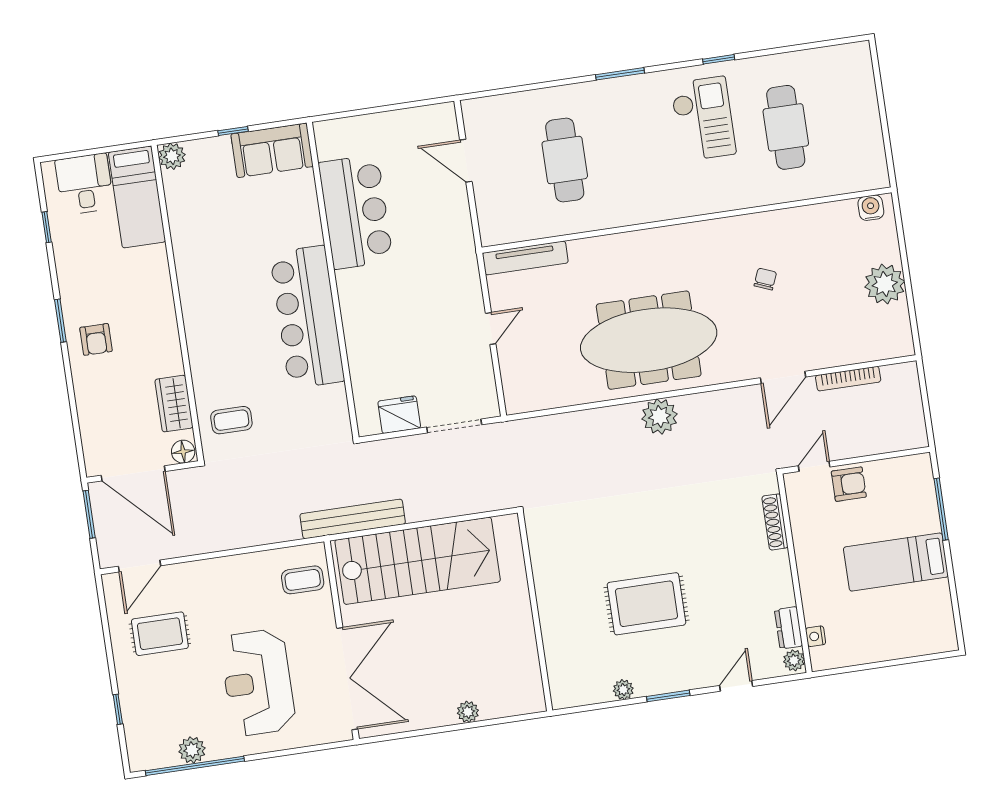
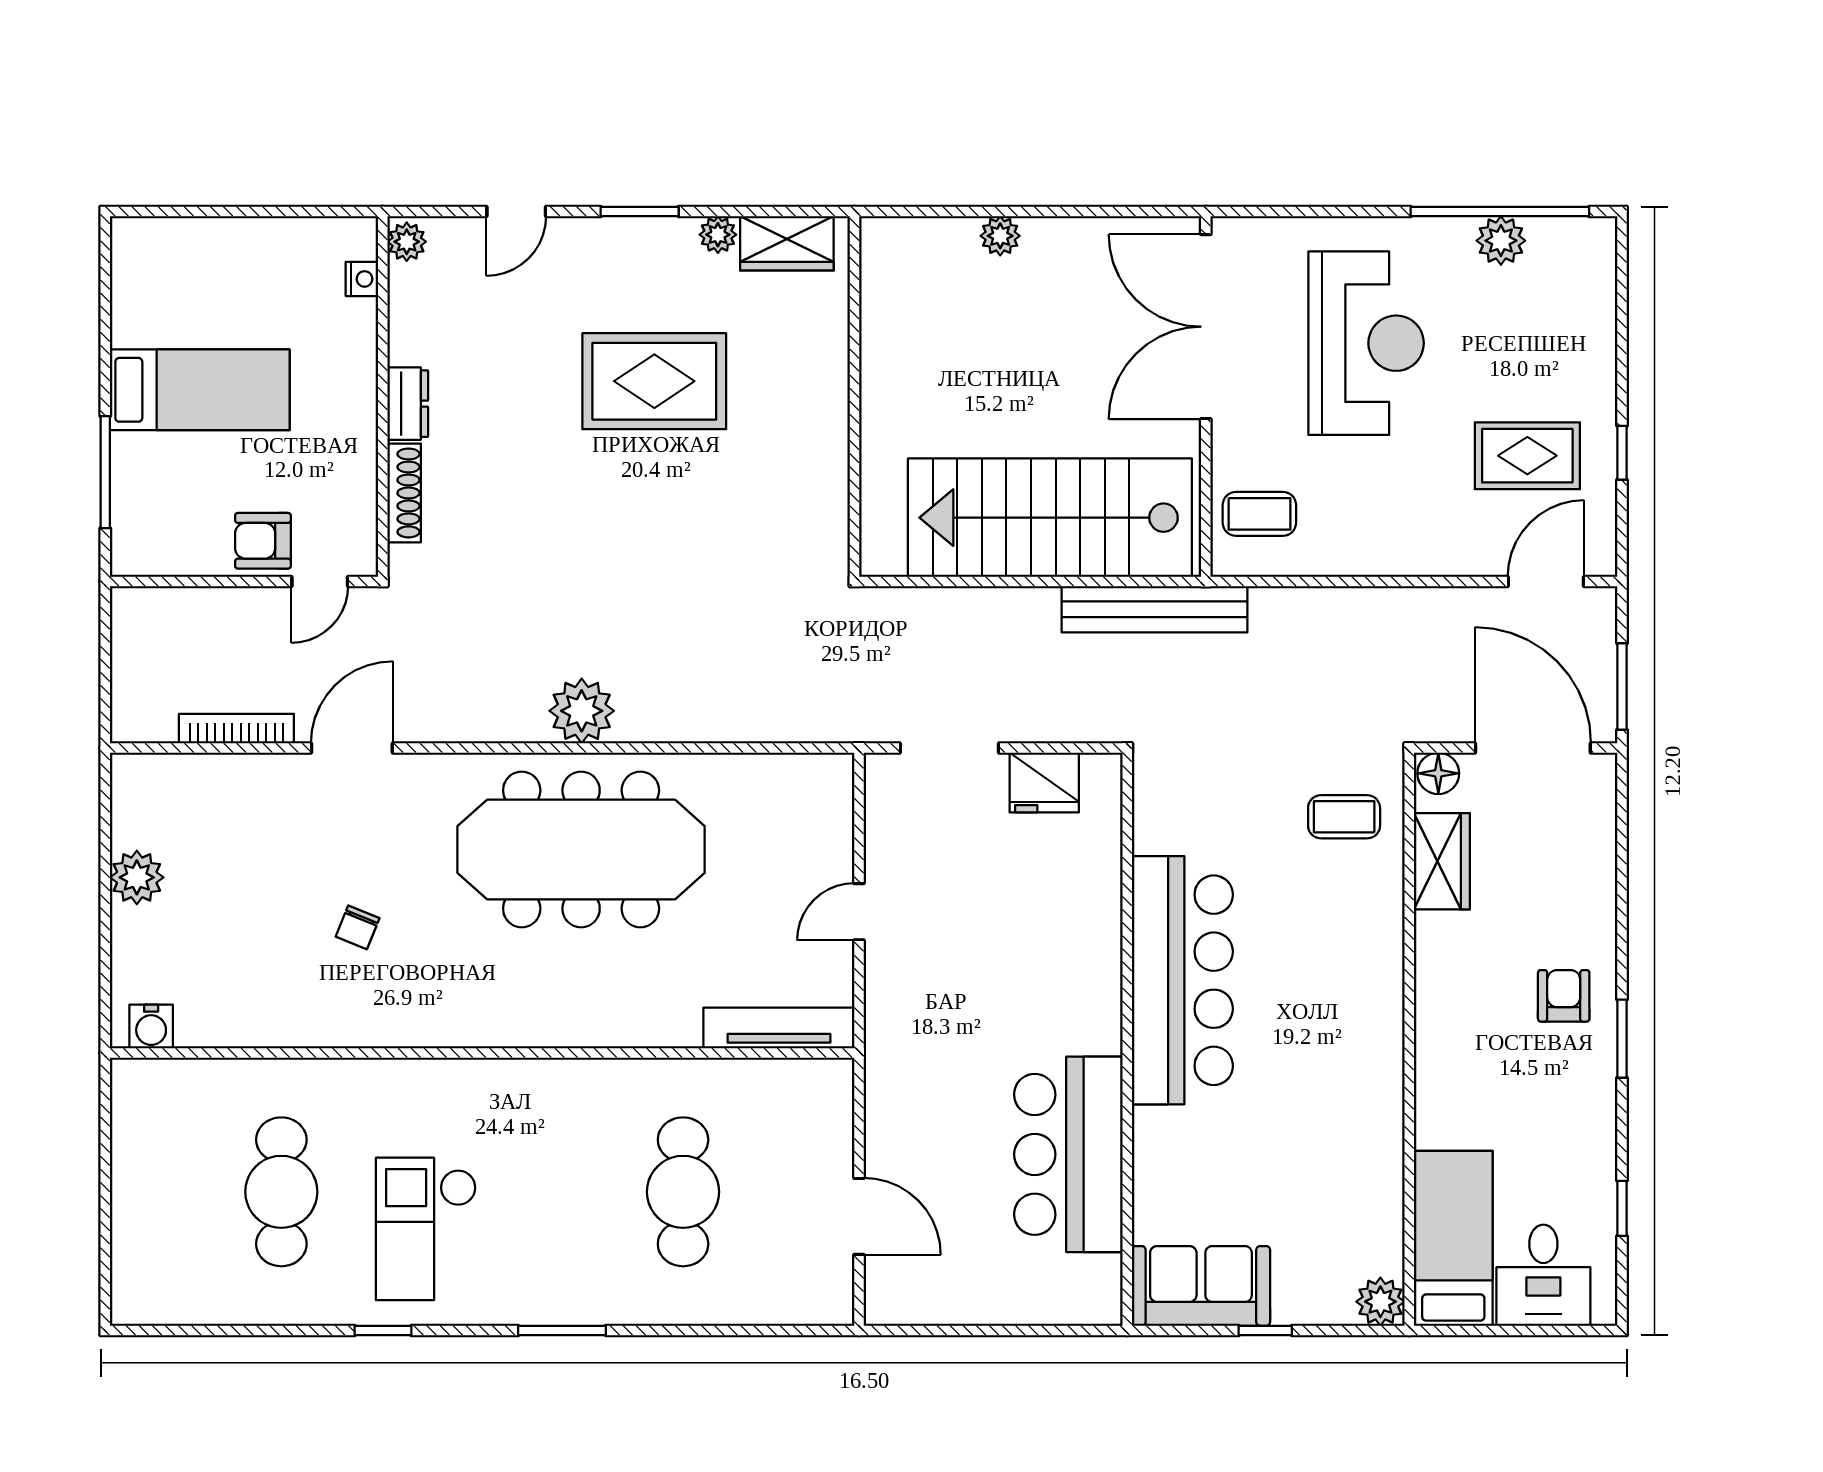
plant: (885, 284) -> (137, 877), width x0.73, depth x0.73
dresser: (789, 628) -> (408, 404), moved
wardrobe: (585, 690) -> (787, 243), added
window: (118, 709) -> (1622, 453), moved

